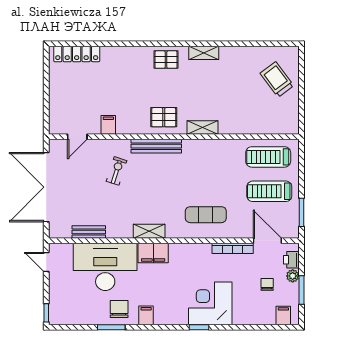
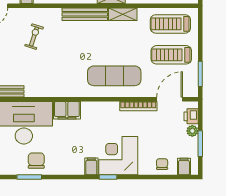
bench: (156, 146) -> (85, 14), moved
exercise mat: (206, 215) -> (114, 76), width x1.36, depth x1.45
shelving: (149, 231) -> (123, 14), moved
door: (267, 241) -> (170, 99), hinge flipped
chair: (267, 284) -> (162, 164), moved
filing cabinet: (146, 315) -> (91, 166), moved

